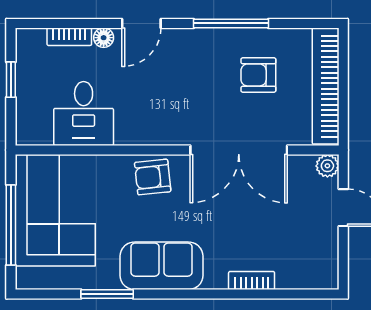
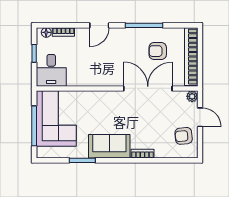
floor lamp: (104, 38) -> (46, 32), moved
desk: (84, 113) -> (51, 70), moved
double door: (239, 150) -> (148, 88), swing flipped
armchair: (153, 177) -> (184, 136), moved
bookcase: (252, 281) -> (142, 154), moved

